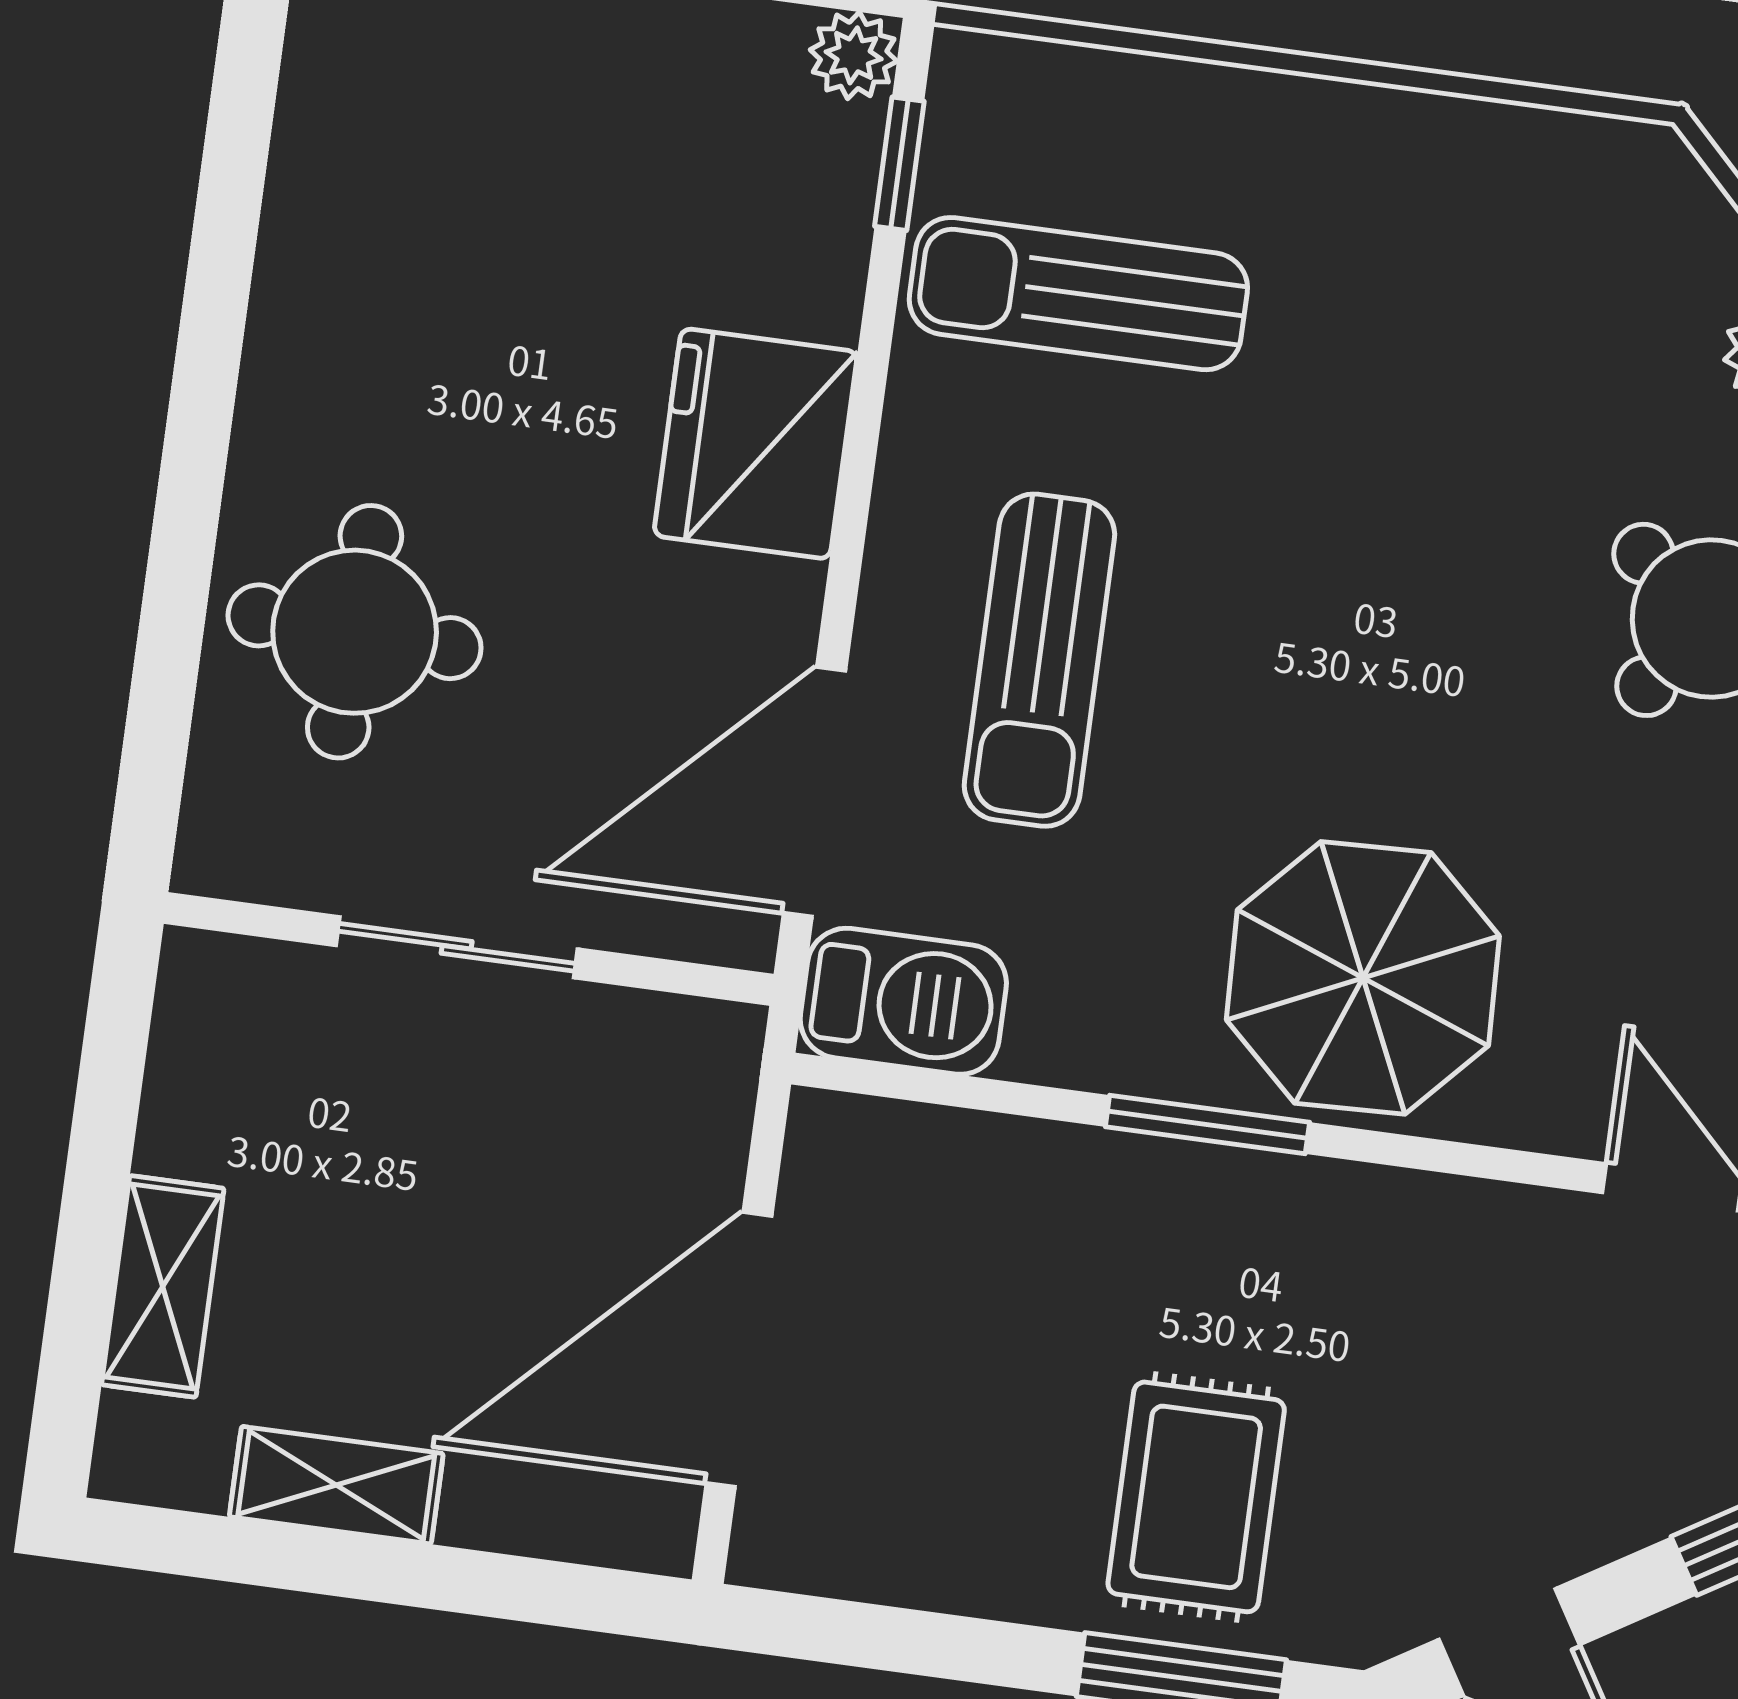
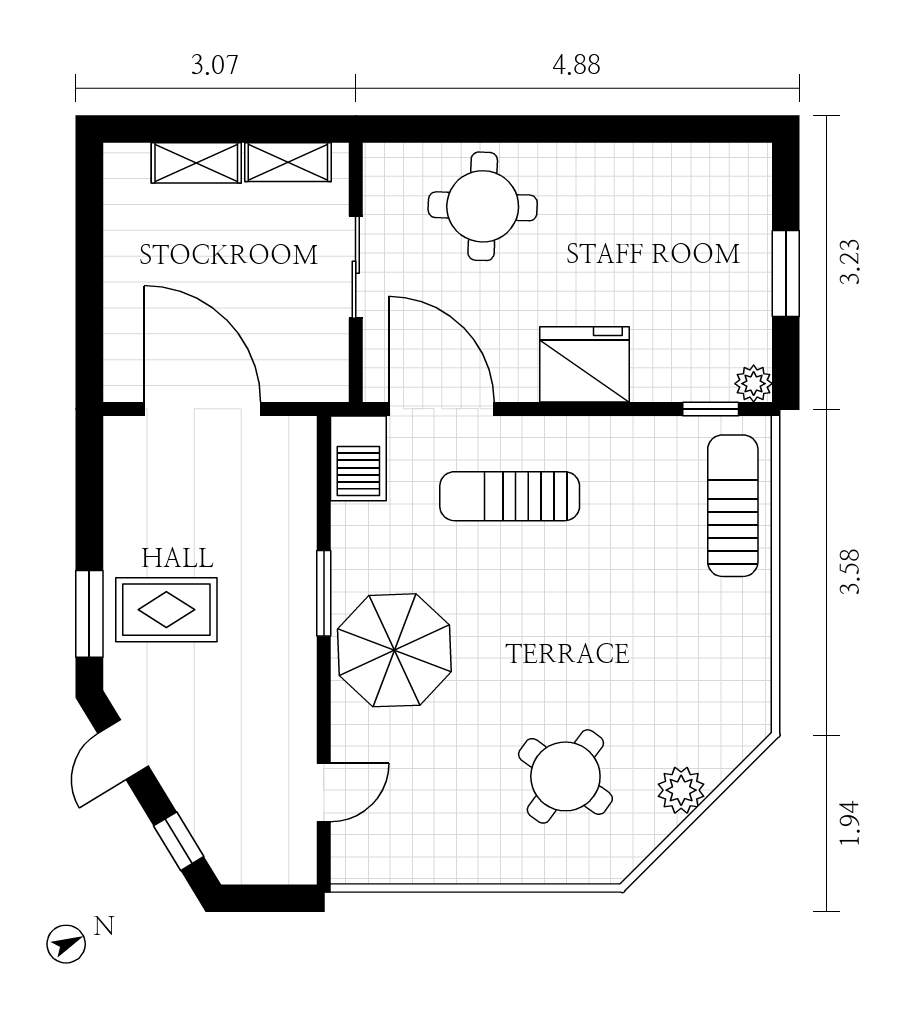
sun lounger: (1078, 294) -> (733, 506), moved
shelving: (336, 1485) -> (288, 162), moved, turned 90

